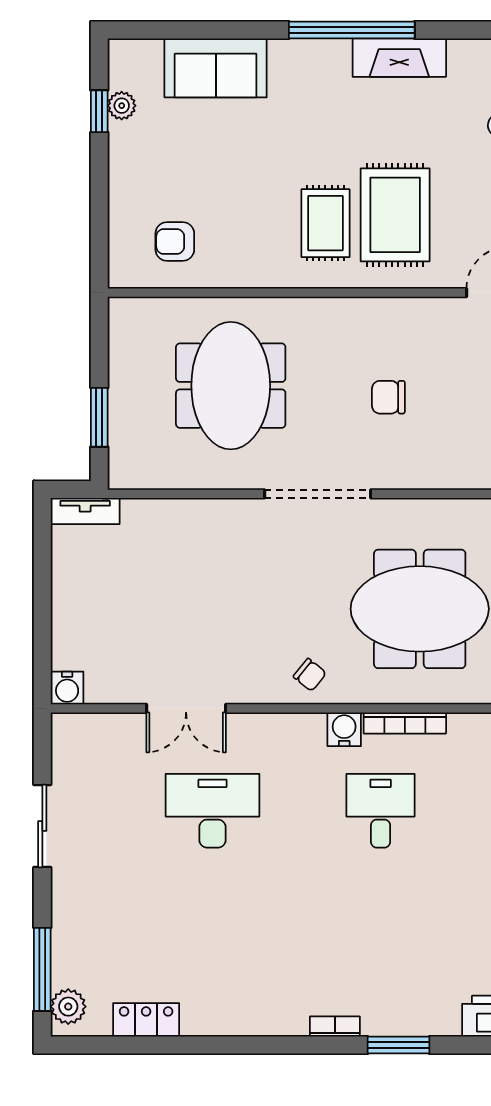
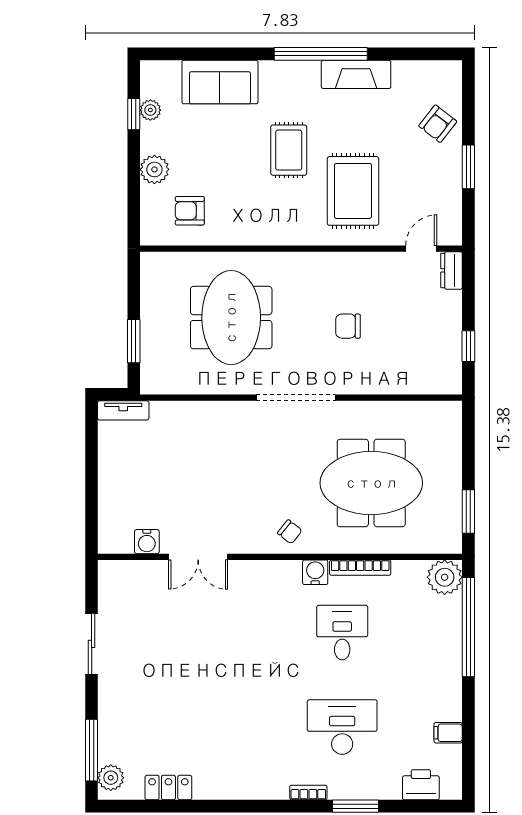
plant: (127, 186) -> (154, 169), added
rug: (325, 223) -> (289, 150), moved
water cooler: (67, 688) -> (147, 542), moved
desk: (213, 811) -> (342, 727), moved

